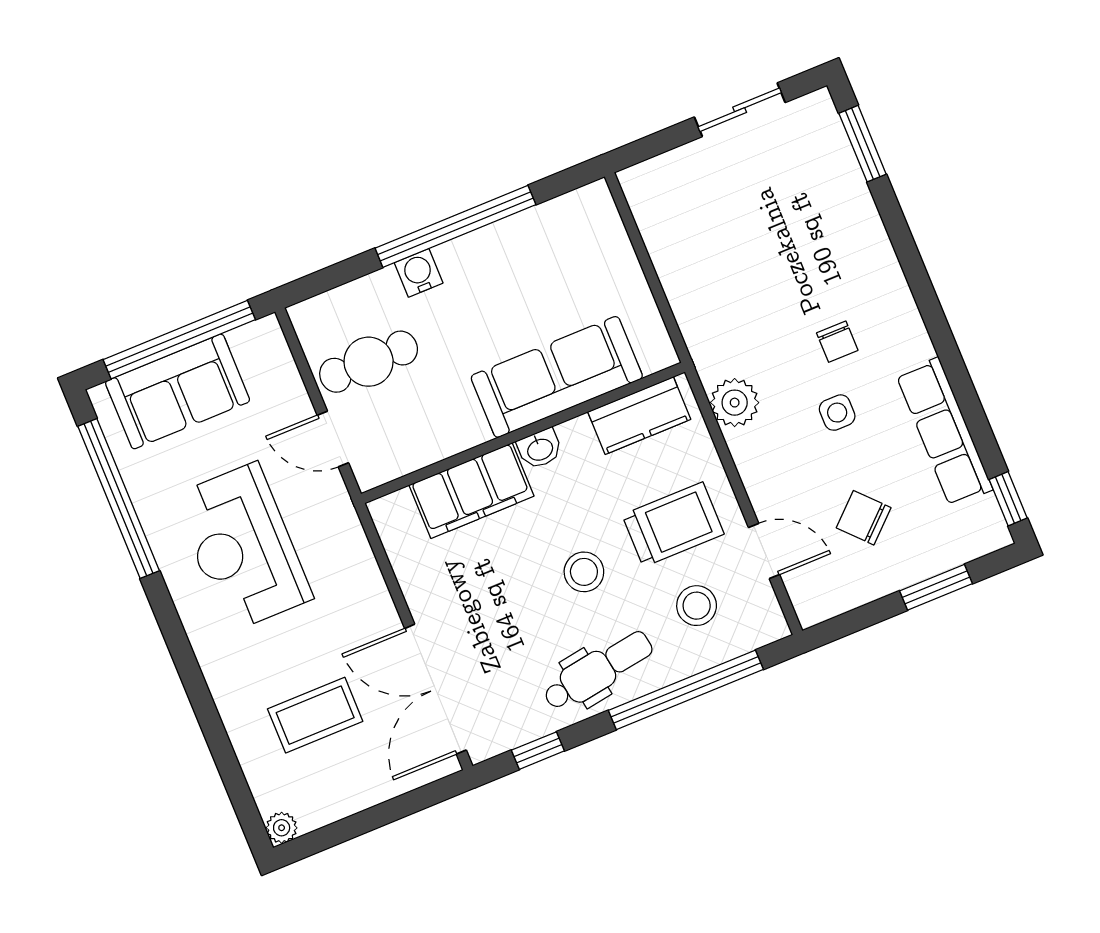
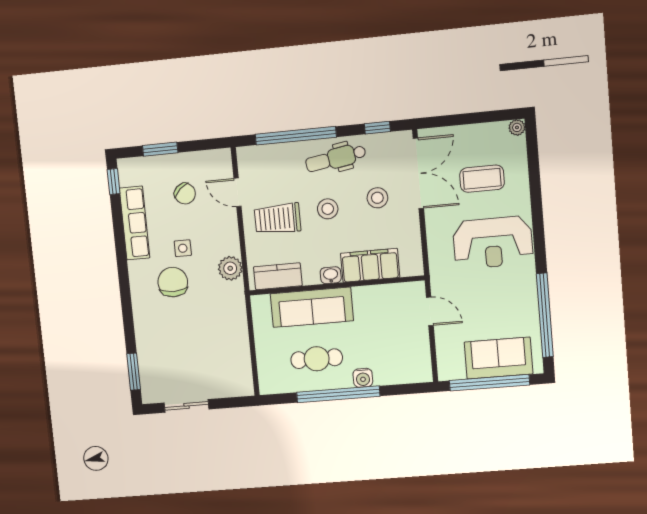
chair: (837, 342) -> (173, 282), width x1.87, depth x1.87
cafe table: (369, 362) -> (317, 359), moved
reception desk: (243, 547) -> (493, 242), moved, turned 90
stool: (697, 606) -> (377, 198), moved

